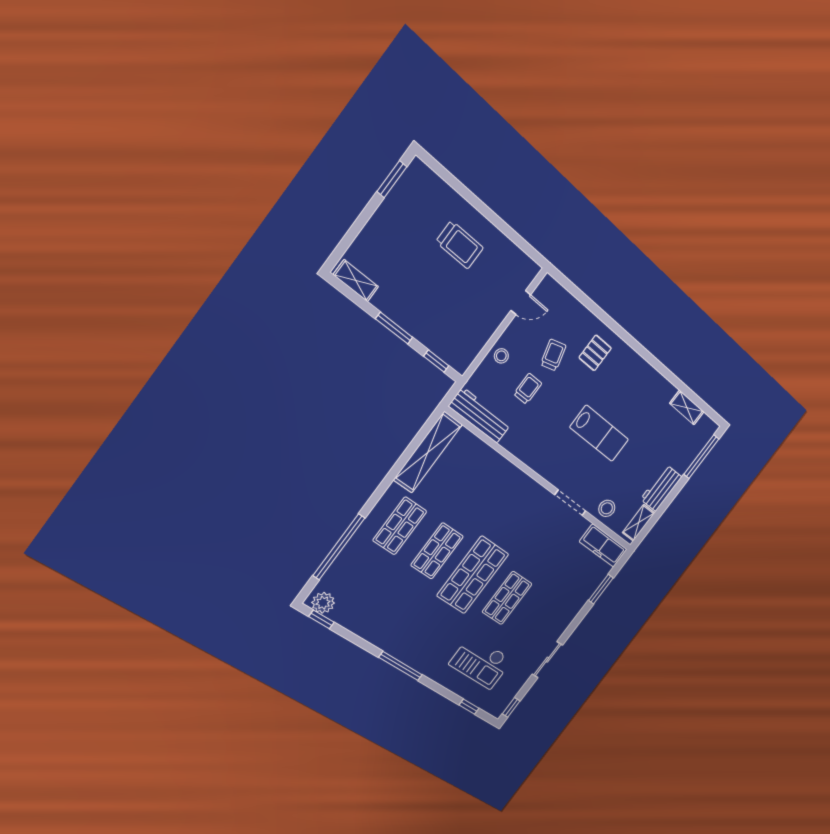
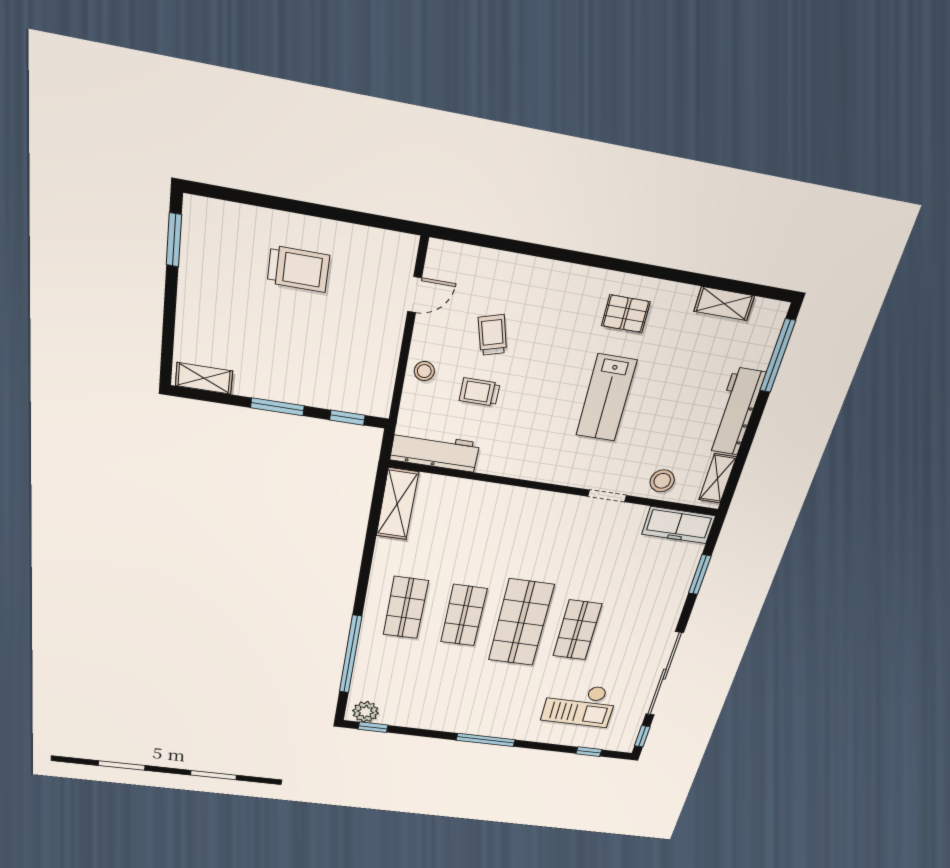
pallet: (595, 353) -> (626, 314), moved, turned 90
trolley: (528, 389) -> (480, 392), turned -90
lab bench: (599, 433) -> (606, 398), turned 90
shelving: (428, 452) -> (397, 504), width x0.68
workbench: (661, 488) -> (736, 412), width x1.38
doorway: (570, 503) -> (607, 496), width x0.73
sliding door: (547, 660) -> (664, 674), width x1.86

